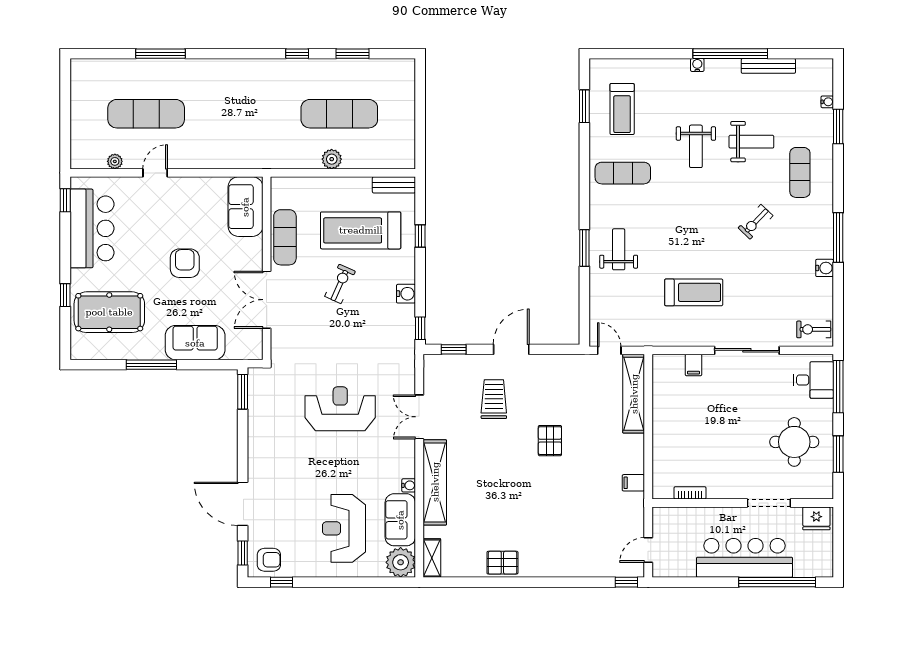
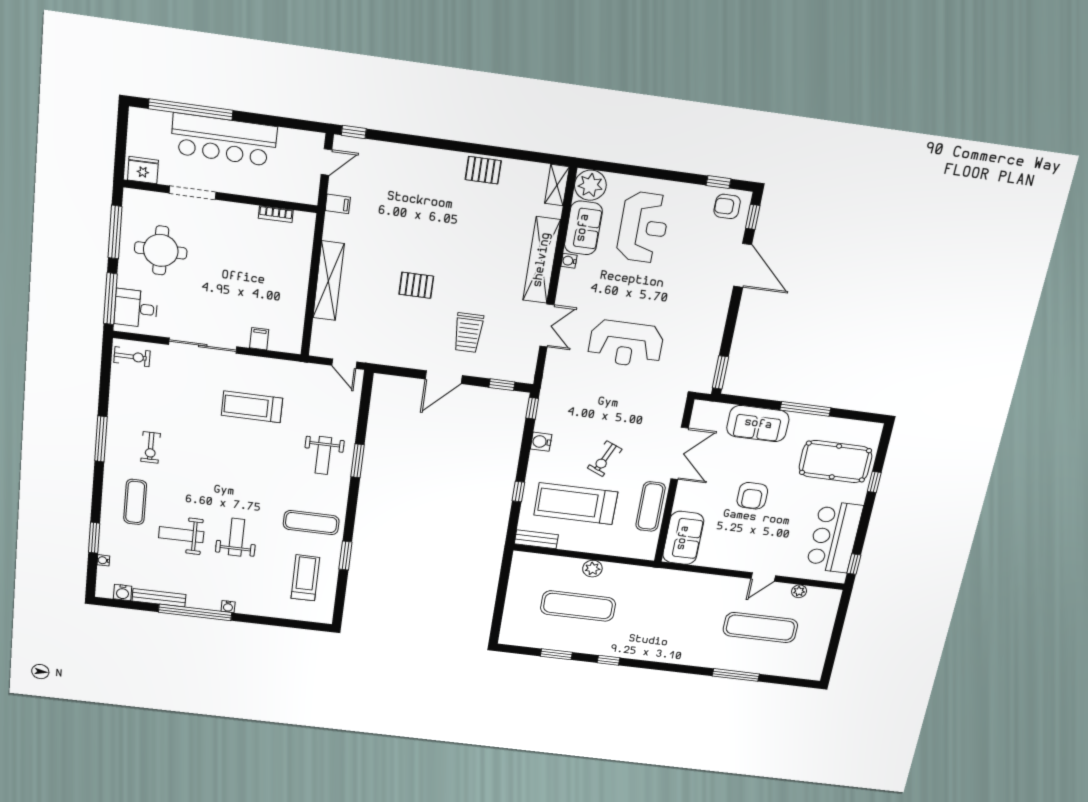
window: (584, 106) -> (345, 556), moved
exercise bike: (756, 222) -> (151, 448), moved, turned 136
treadmill: (361, 230) -> (576, 504), turned 180
water cooler: (825, 268) -> (123, 592), moved, turned -90
shelving: (634, 394) -> (329, 281), moved
pallet: (550, 441) -> (416, 285), turned 90
window: (838, 454) -> (115, 232), width x1.44
filing cabinet: (633, 483) -> (338, 204), moved

